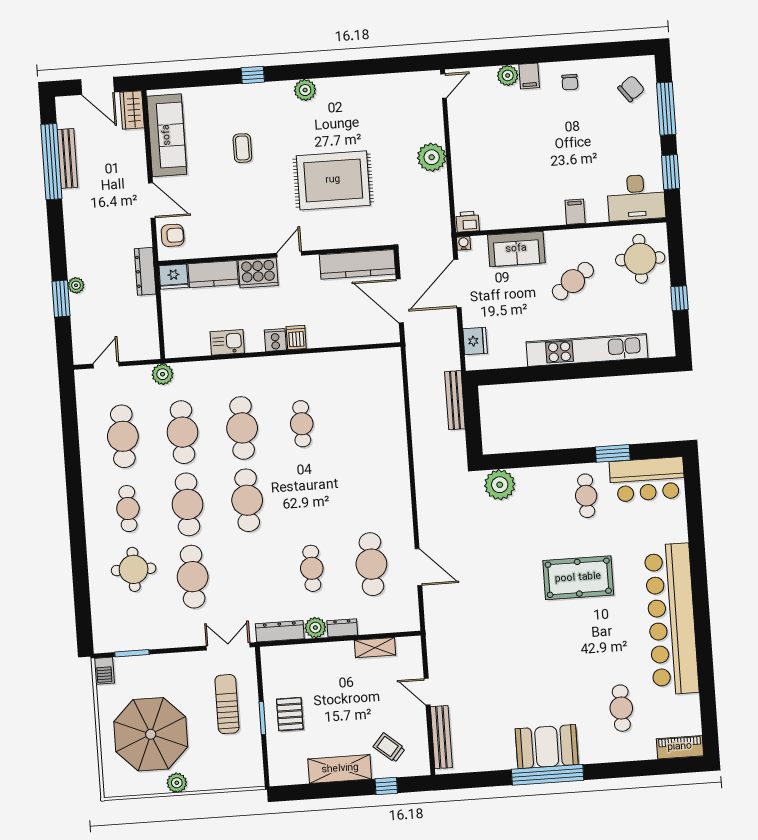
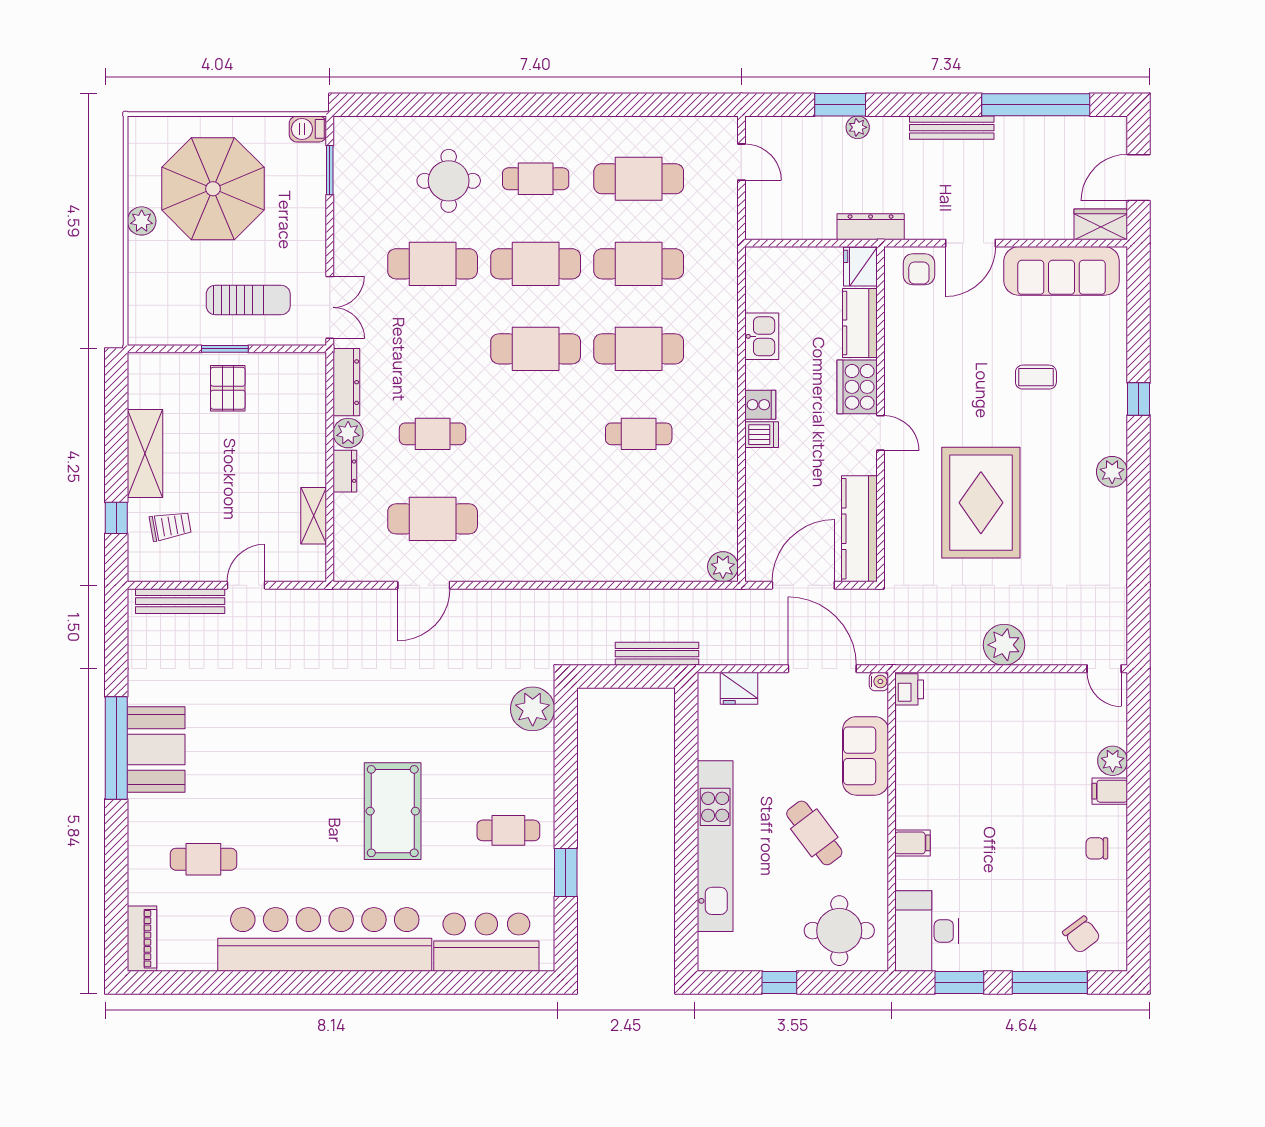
bench: (67, 158) -> (952, 128), moved
plant: (163, 374) -> (723, 567), moved
bar counter: (647, 479) -> (486, 942), moved, turned 90
pallet: (290, 714) -> (228, 388), turned 90
trolley: (389, 748) -> (170, 526), turned 40

